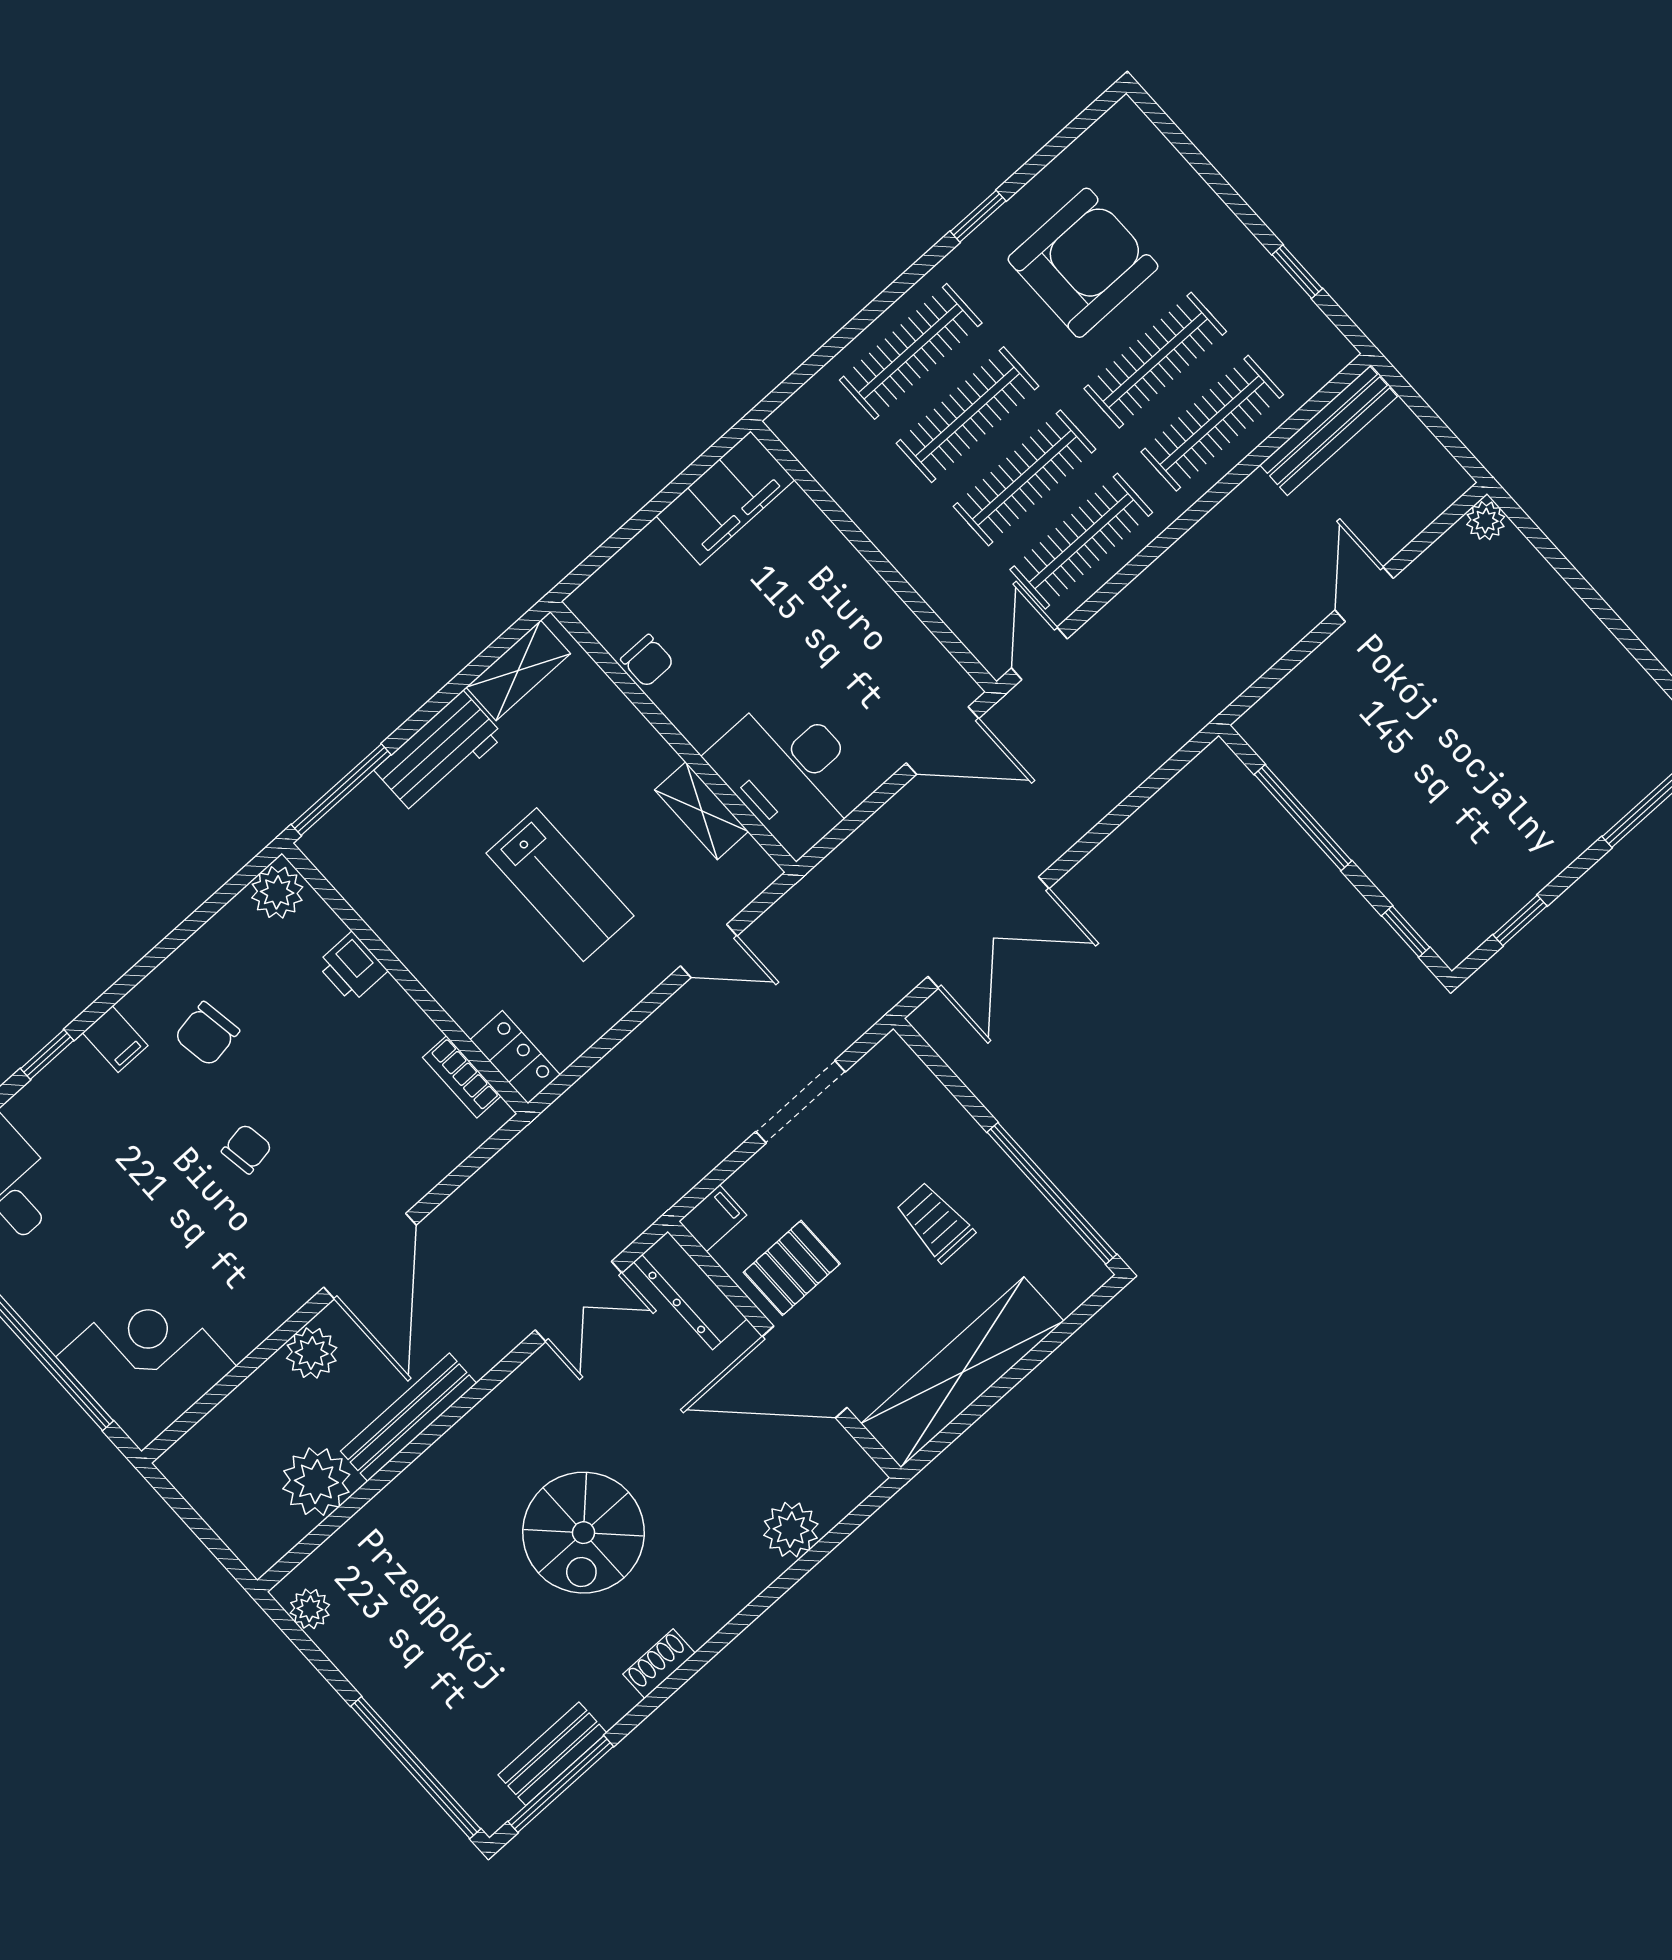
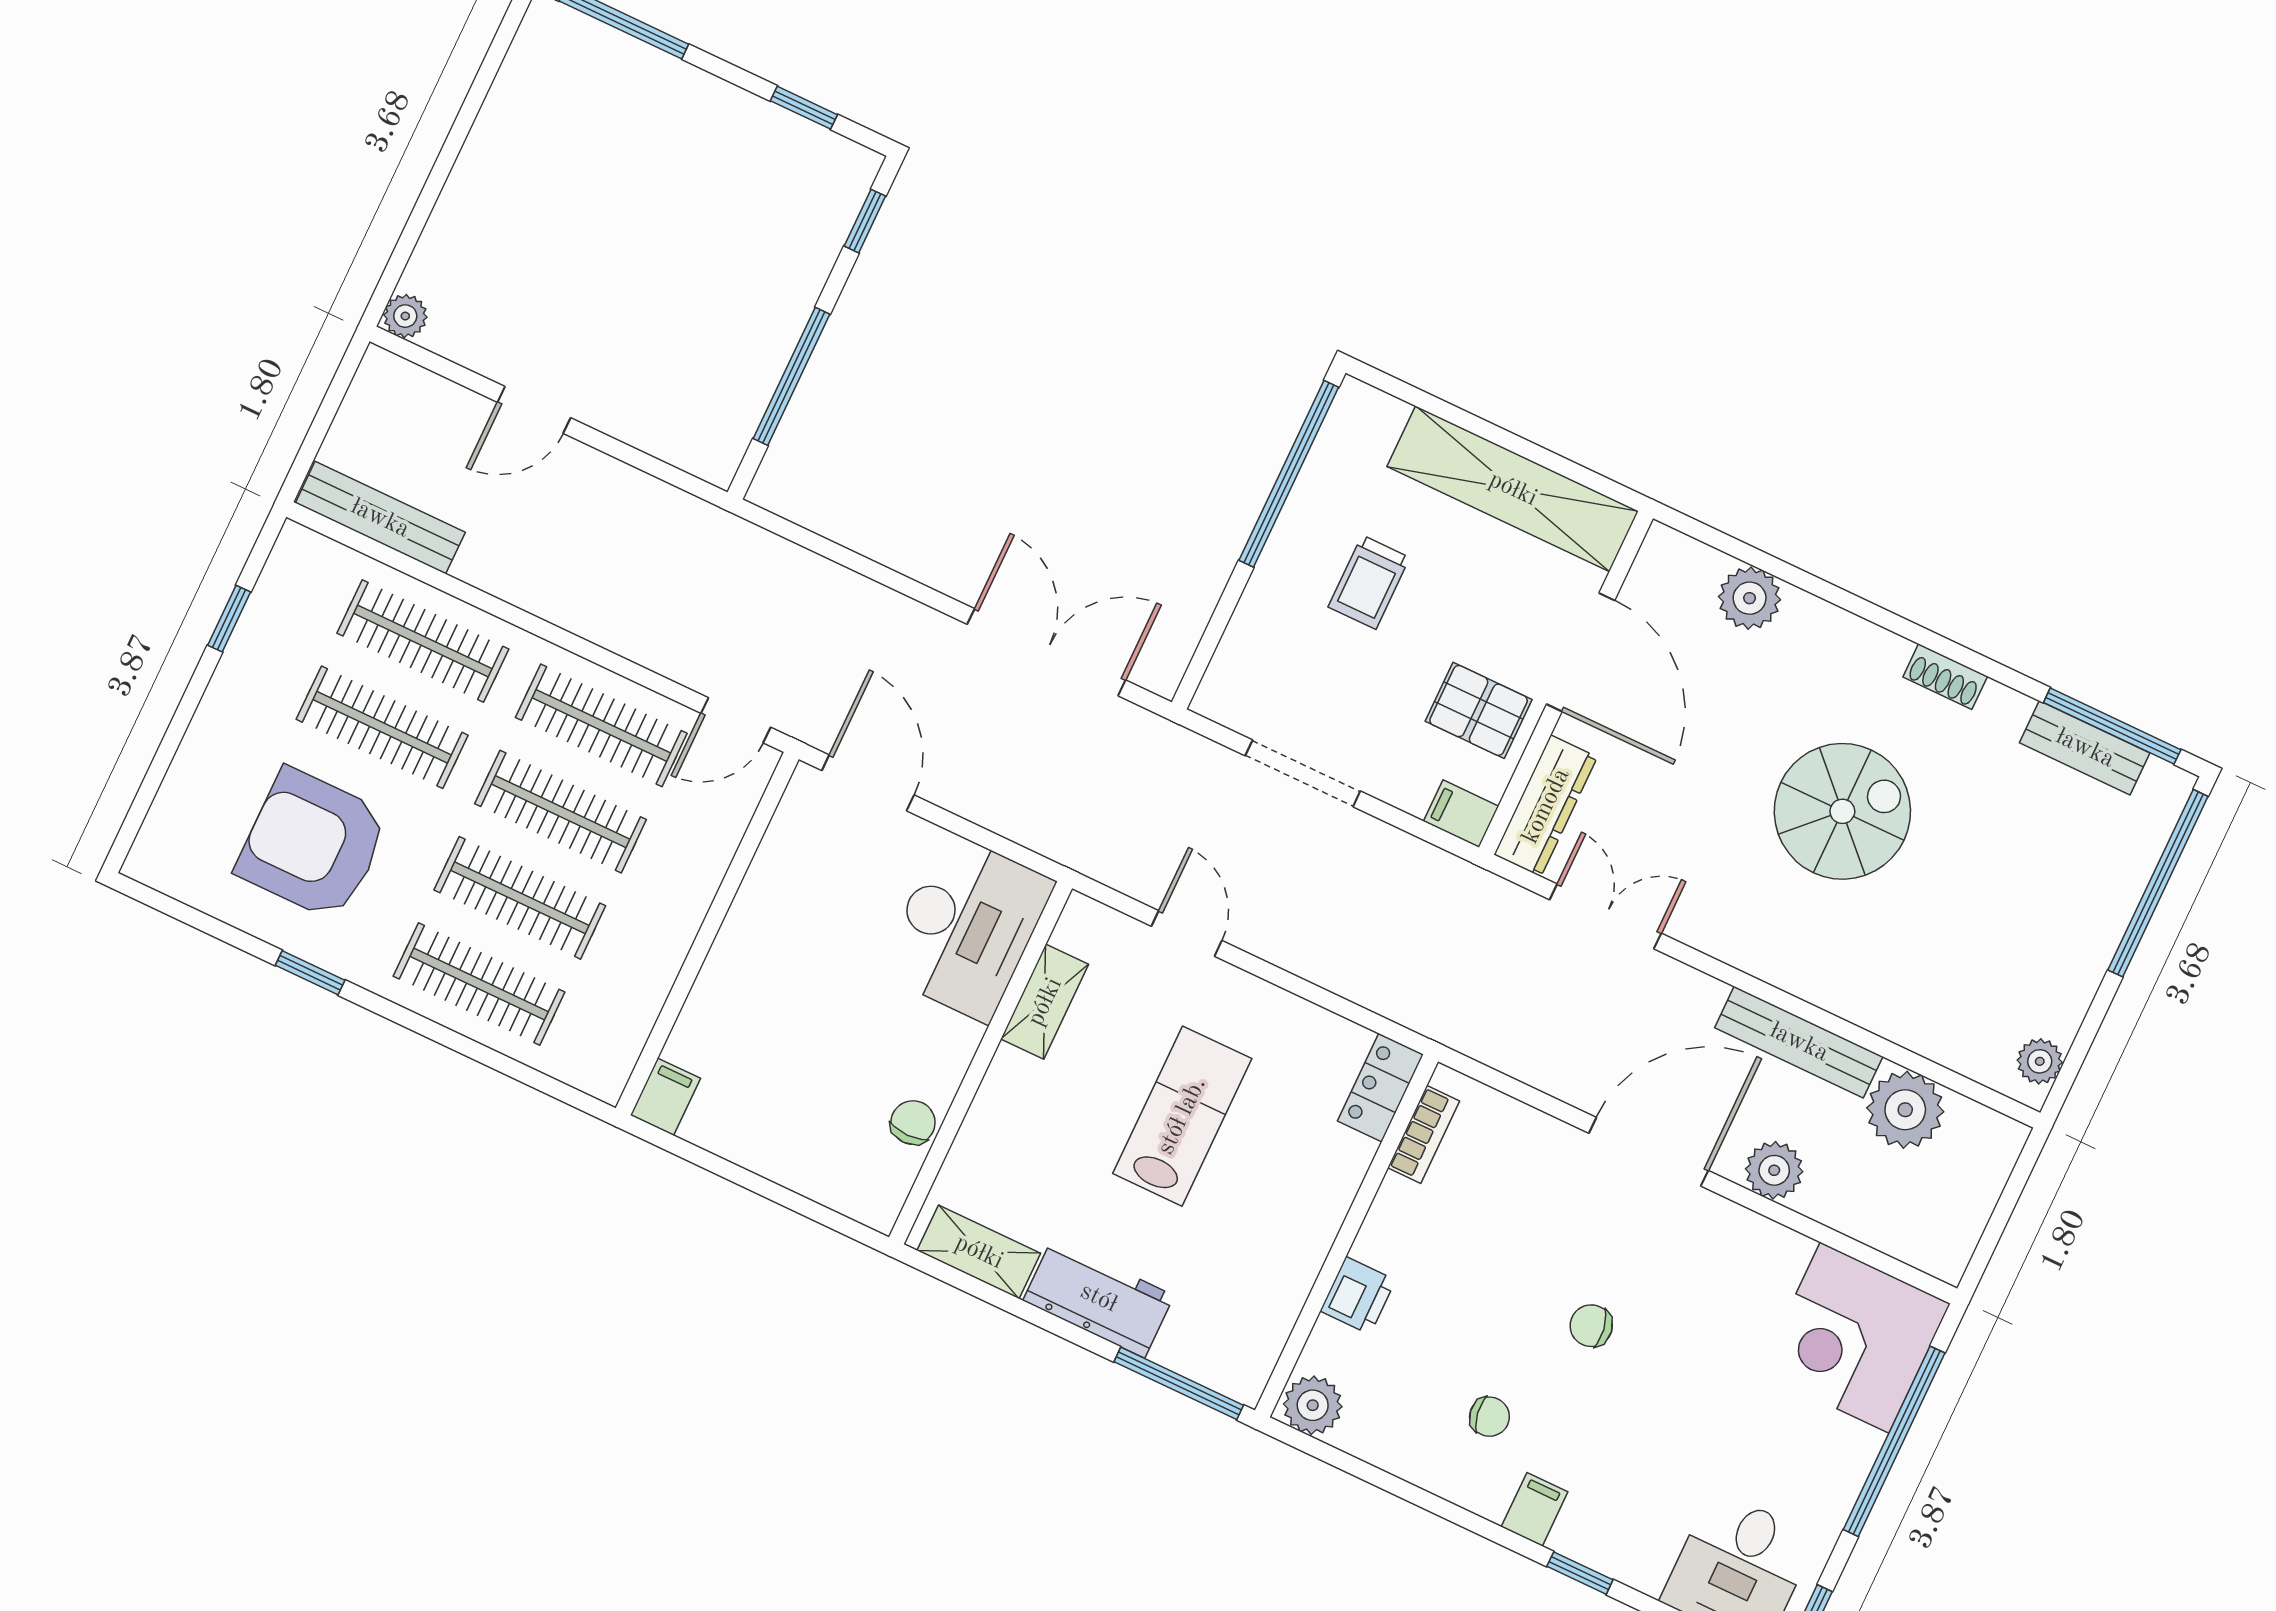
filing cabinet: (725, 498) -> (665, 1097), width x0.33, depth x0.86
chair: (207, 1034) -> (1489, 1417), width x0.73, depth x0.73

